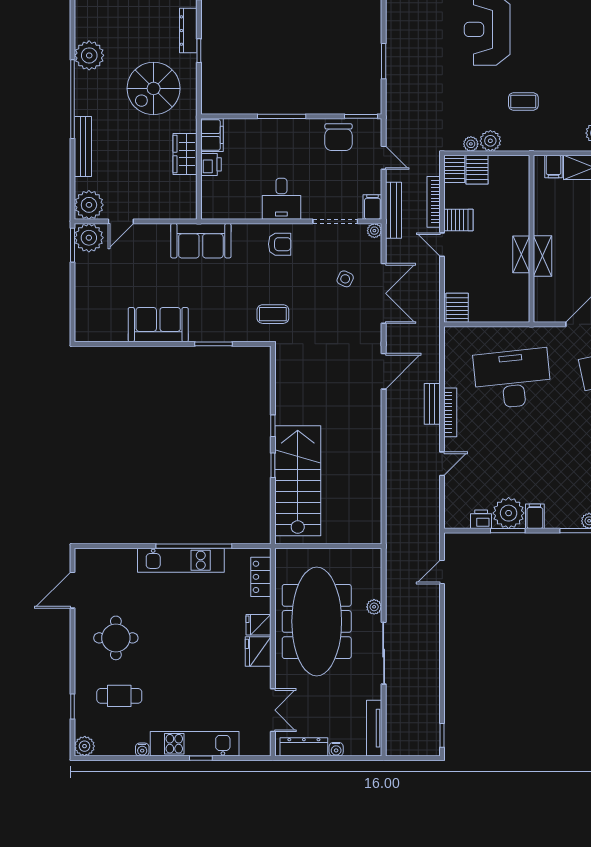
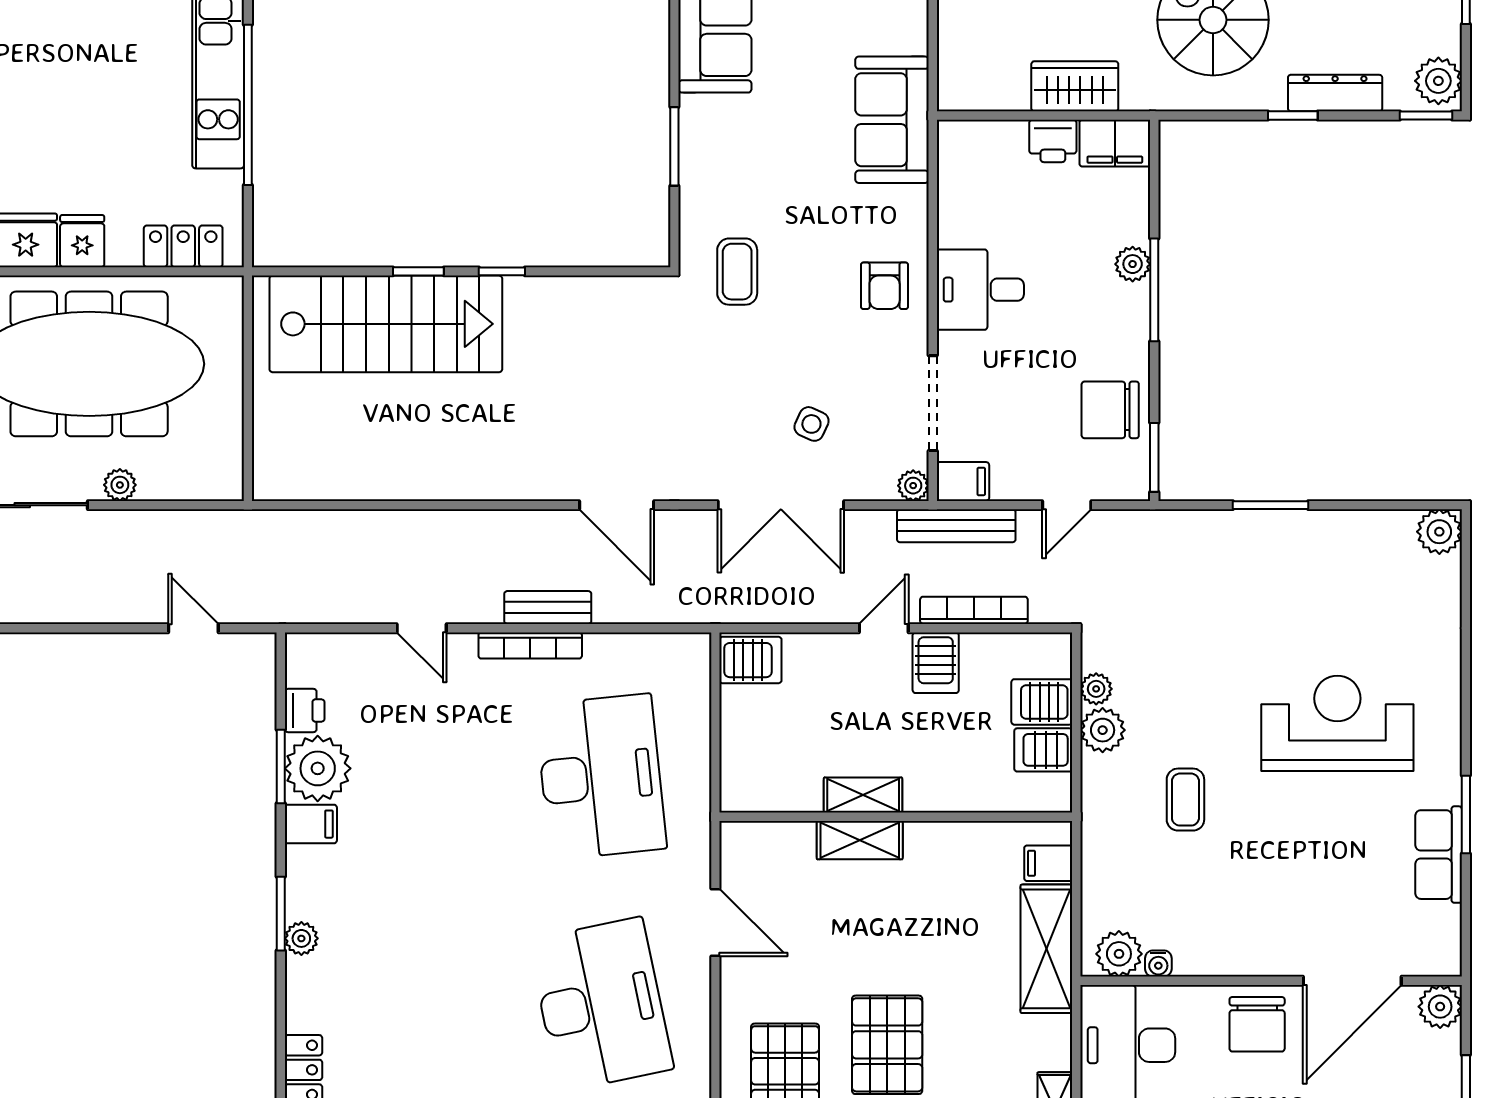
plant: (269, 127) -> (1133, 264), added
server rack: (454, 169) -> (1043, 750), moved

